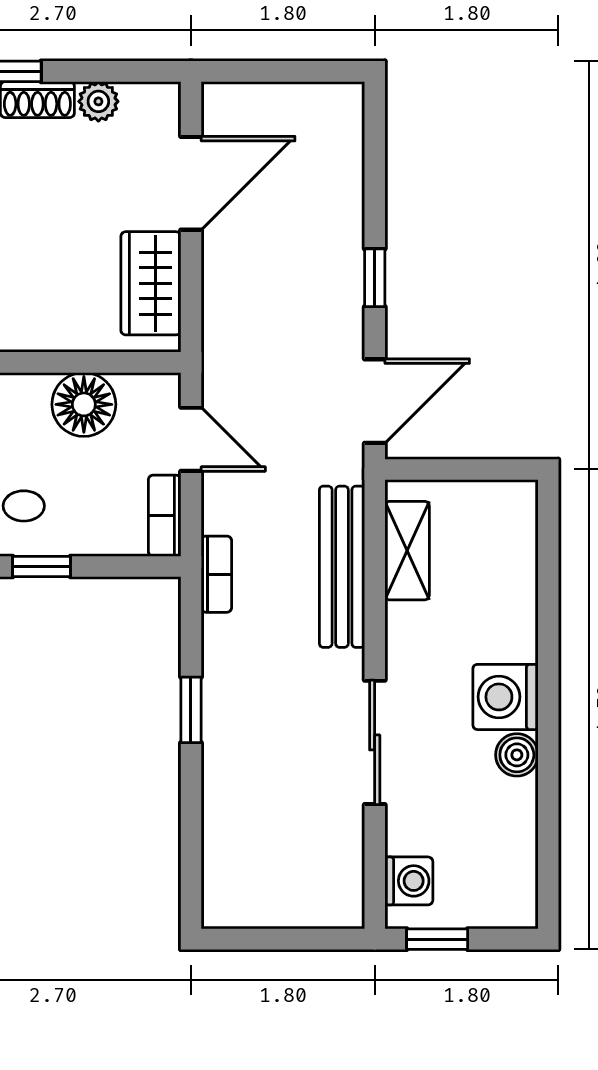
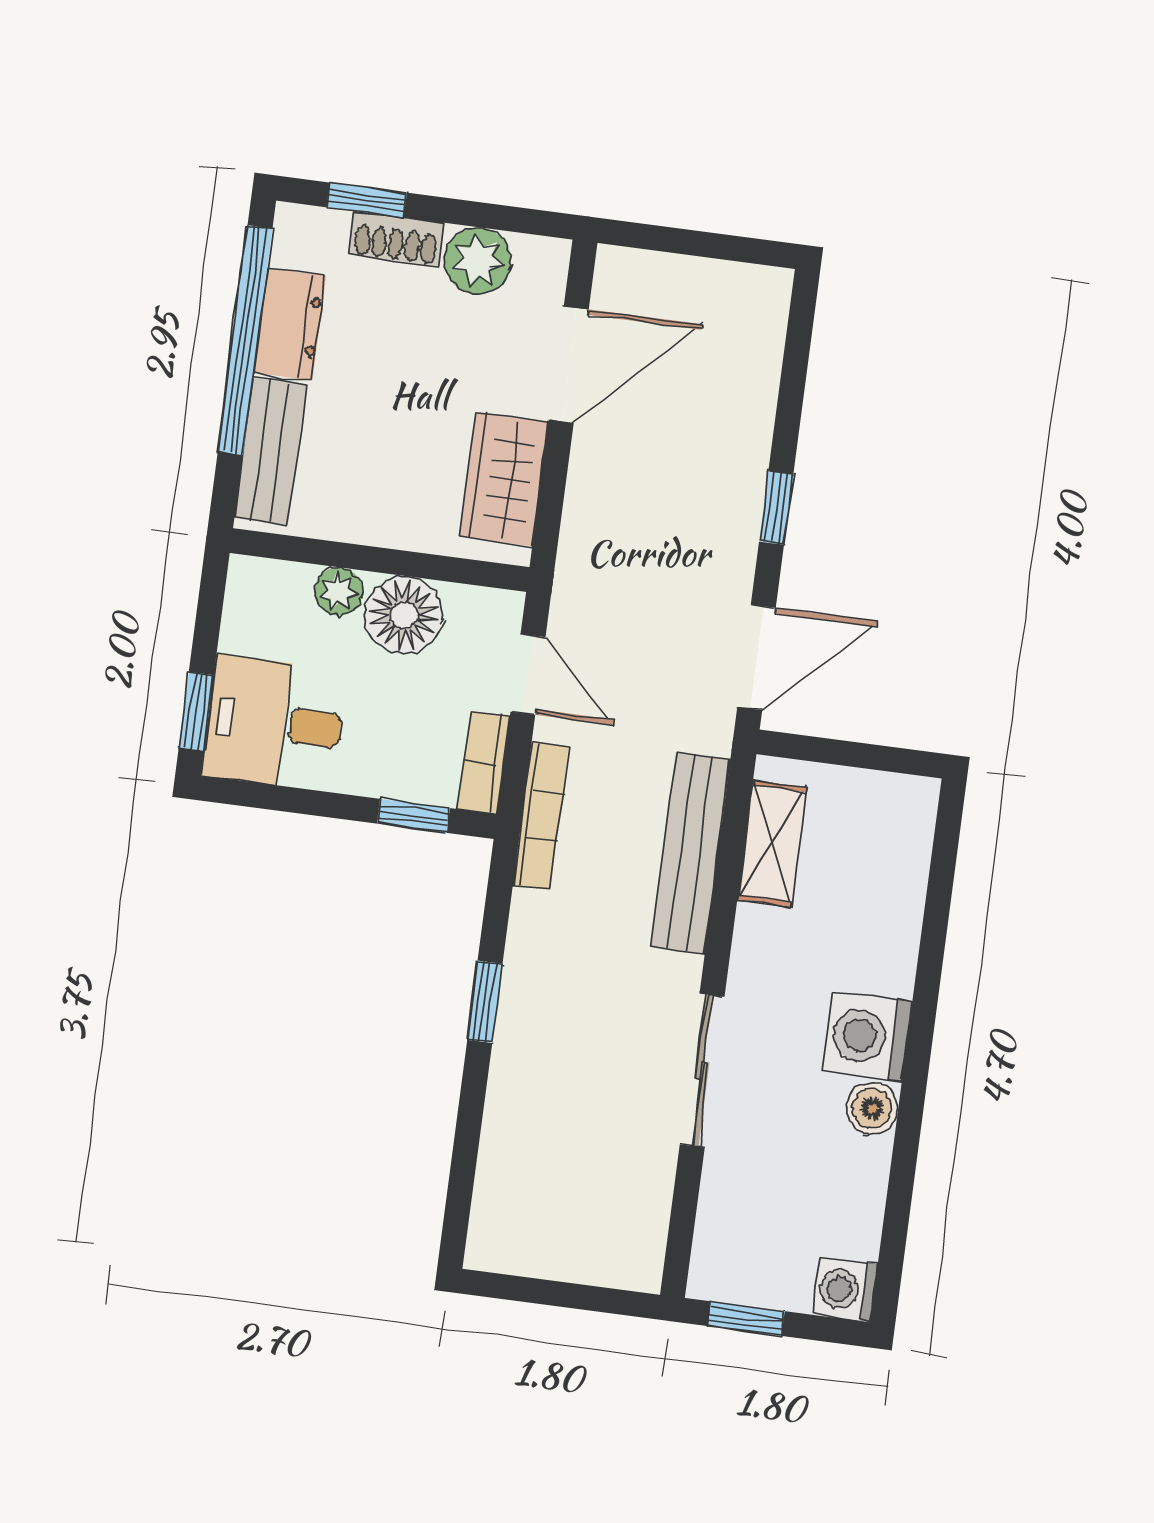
plant: (98, 101) -> (478, 261), width x1.38, depth x1.38
plant: (28, 392) -> (338, 591), added
window: (42, 566) -> (413, 816), moved
bookcase: (216, 574) -> (541, 816), width x1.56
washing machine: (409, 881) -> (845, 1290), moved, turned 180

